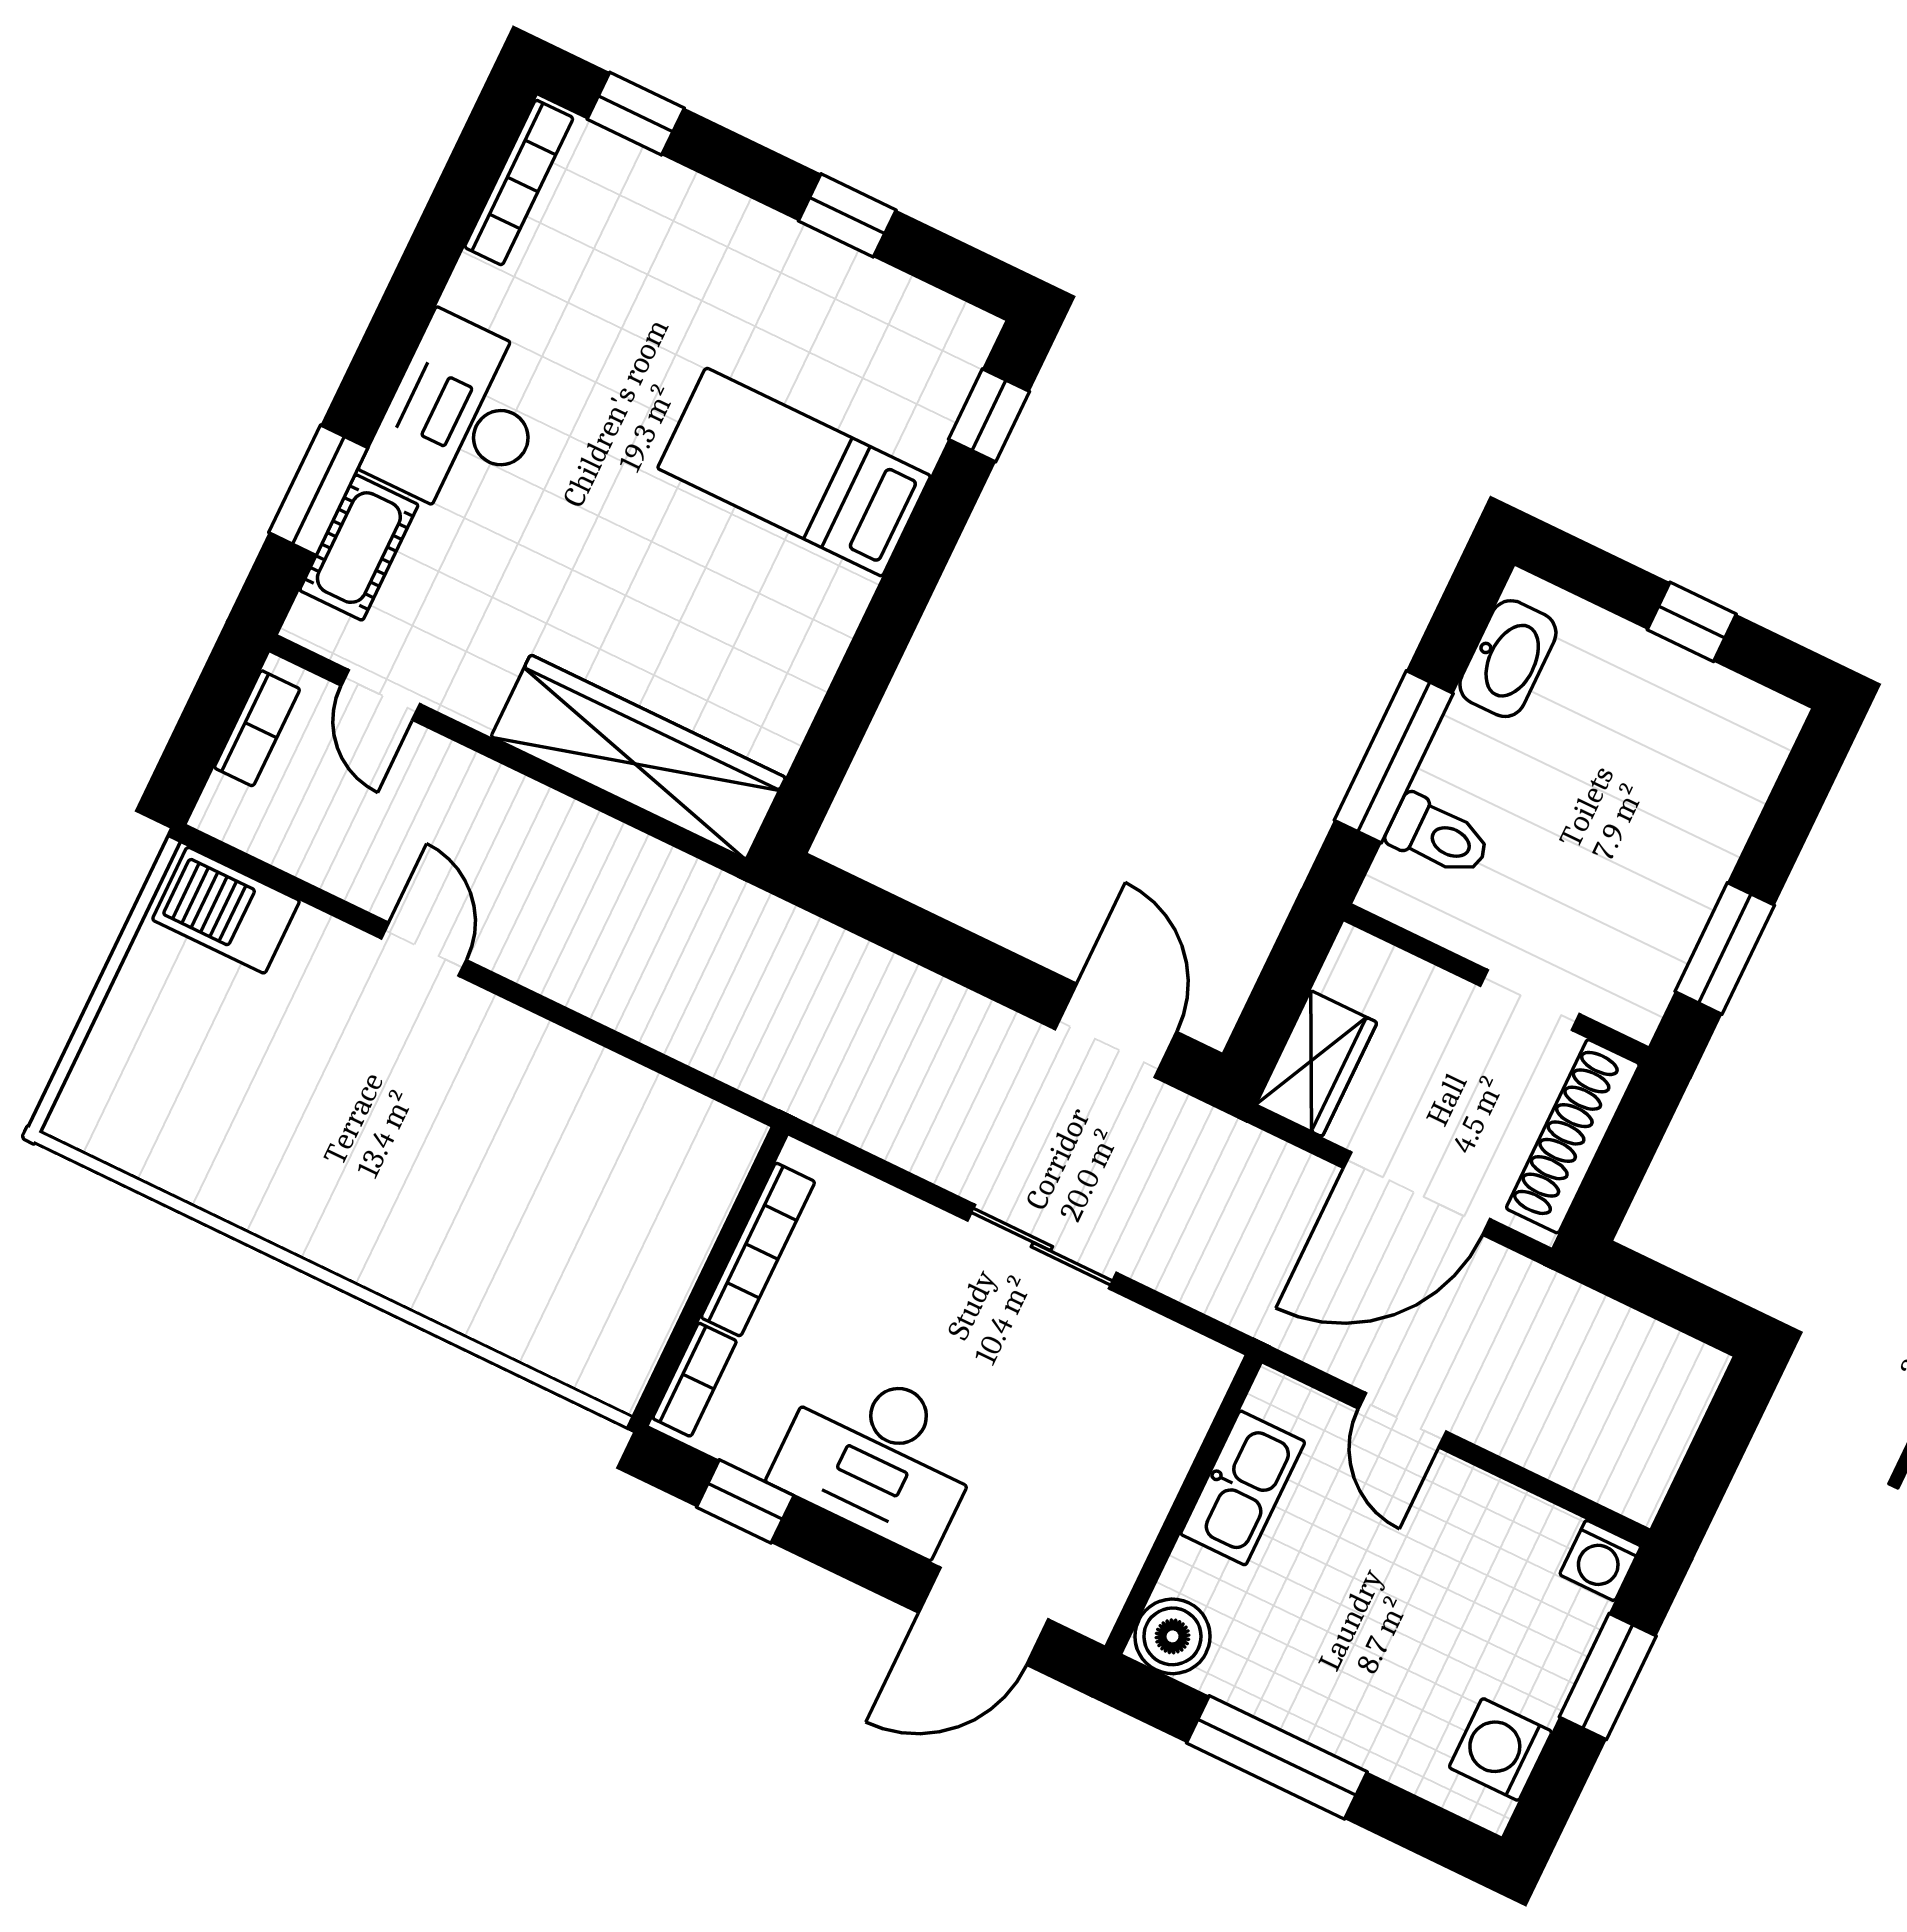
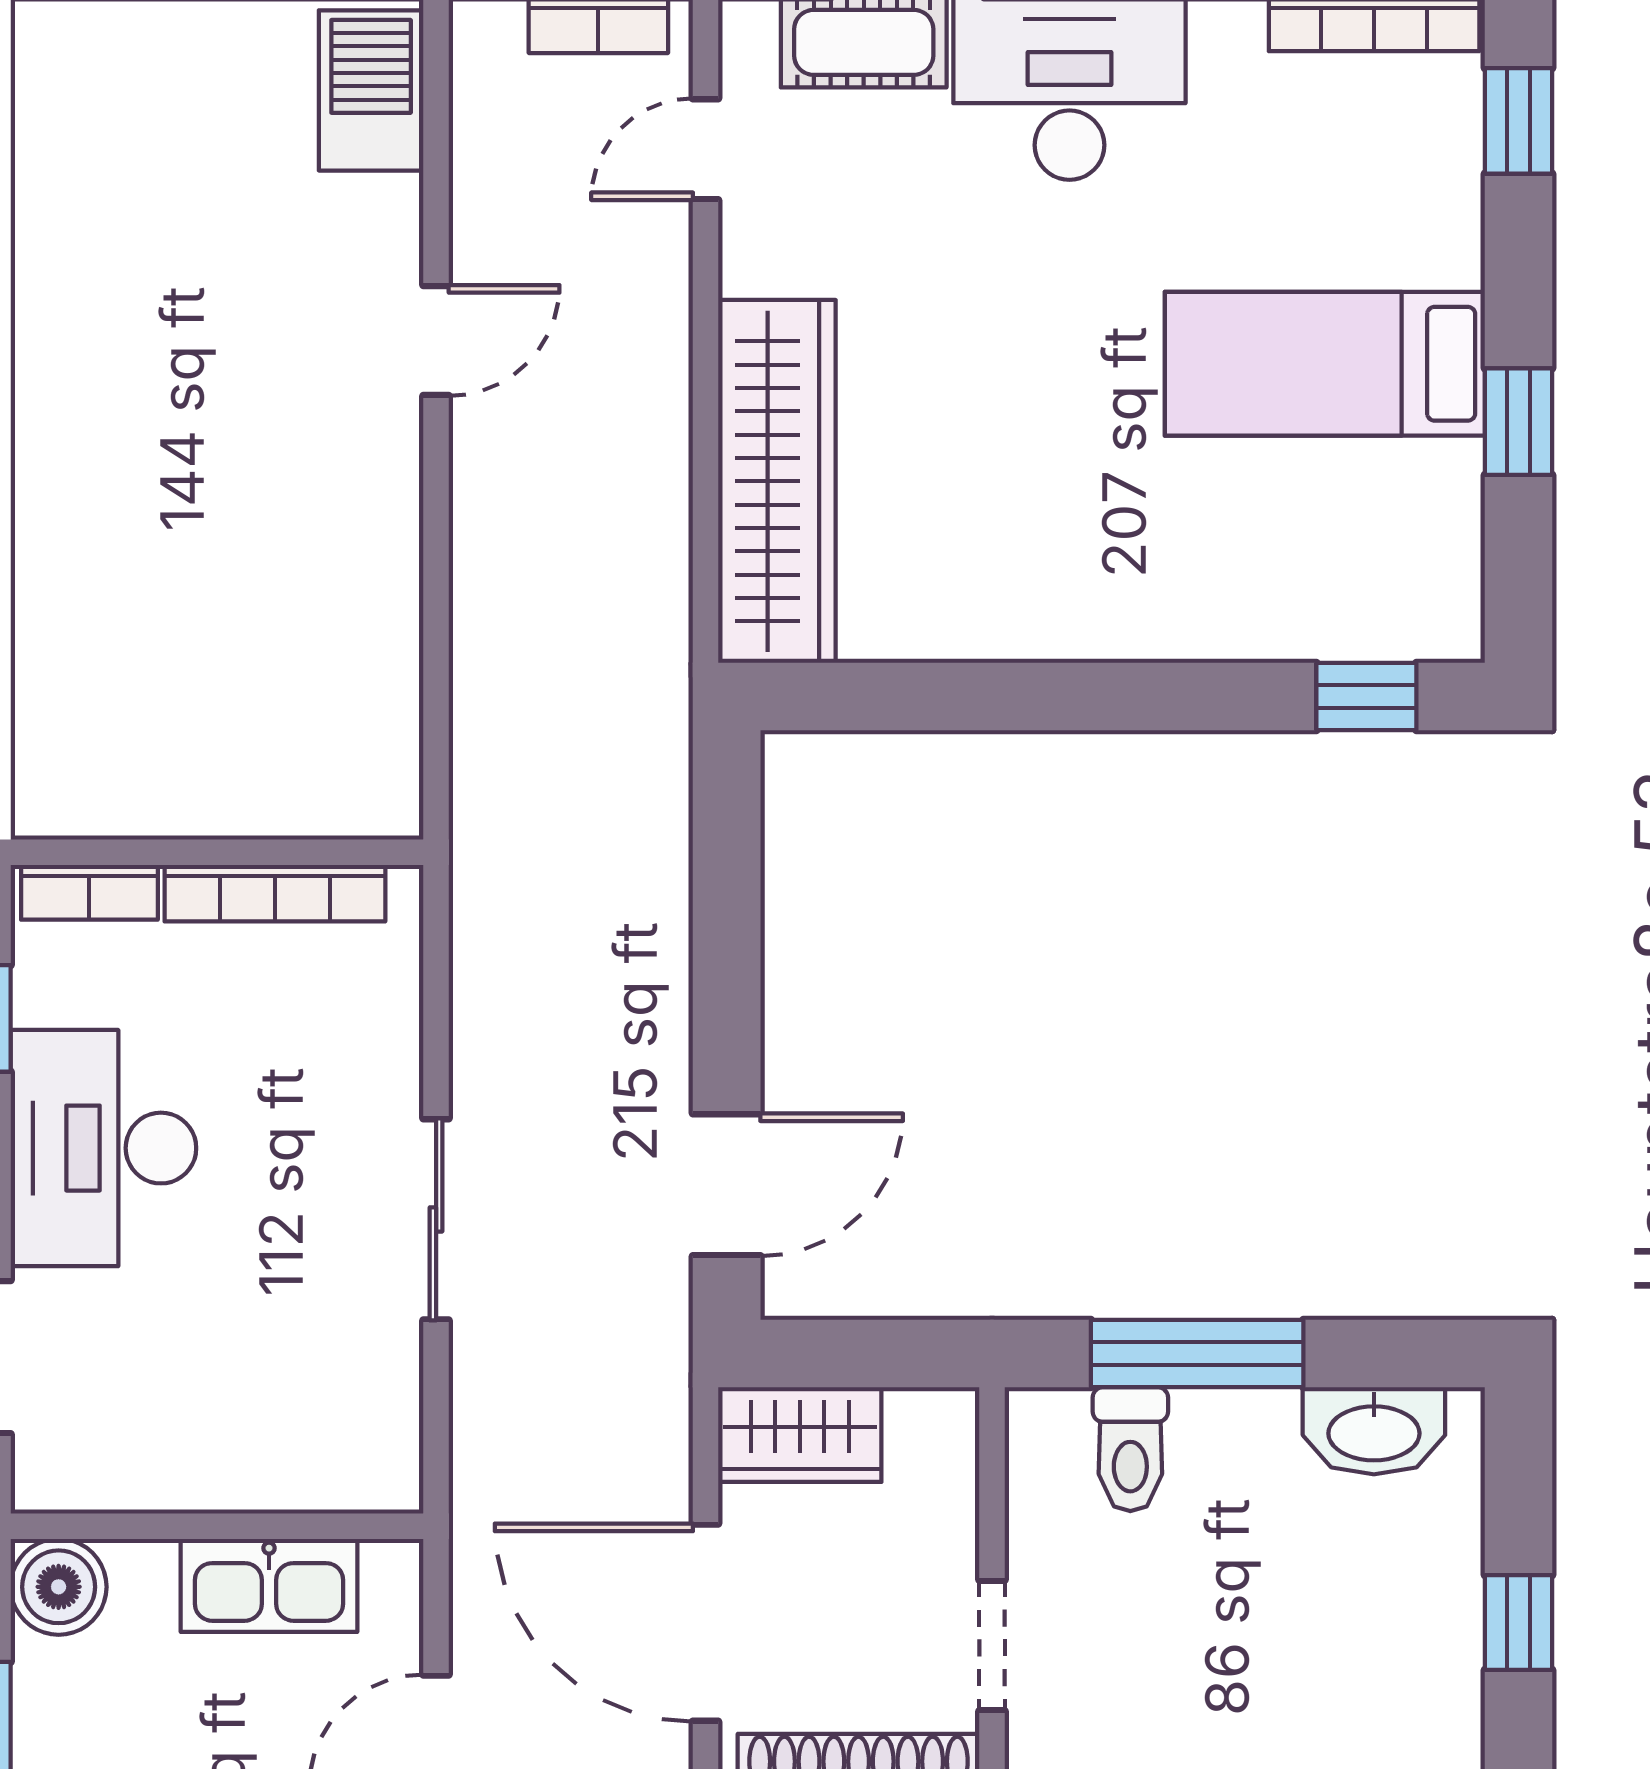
bed: (794, 472) -> (1325, 364), moved, turned -90

